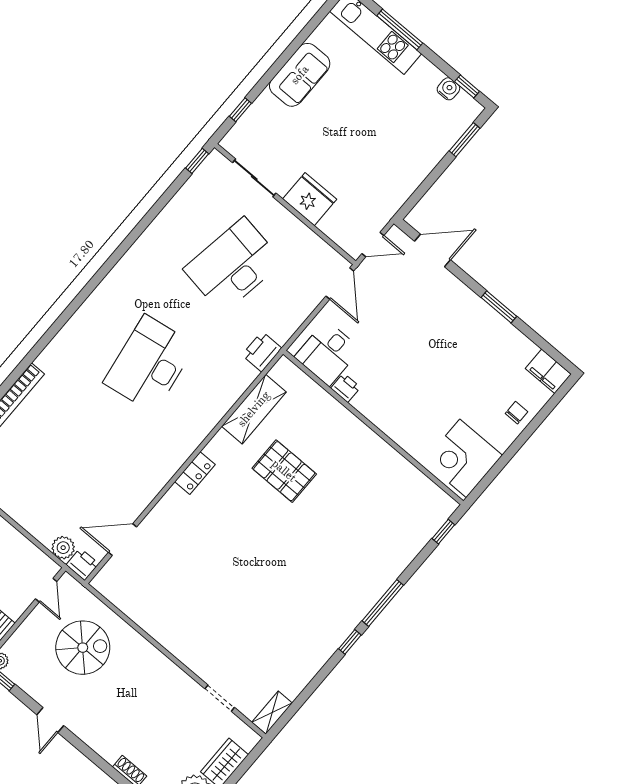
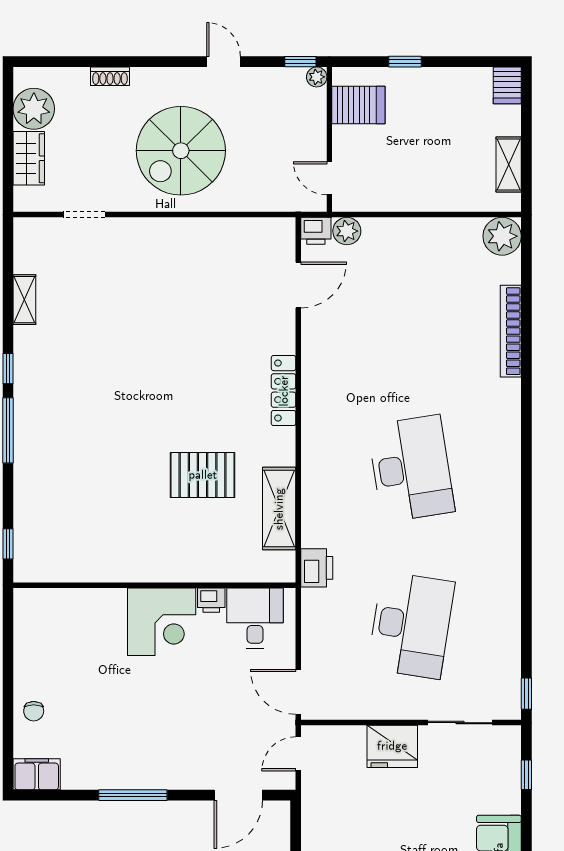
window: (499, 307) -> (133, 795), width x1.44
corner desk: (463, 458) -> (162, 622), moved, turned 90
locker: (195, 473) -> (284, 391), width x1.53
spiral stairs: (83, 648) -> (181, 151), moved, width x1.37, depth x1.37
shelving: (272, 713) -> (24, 300), moved

